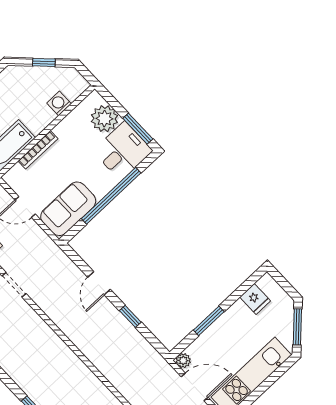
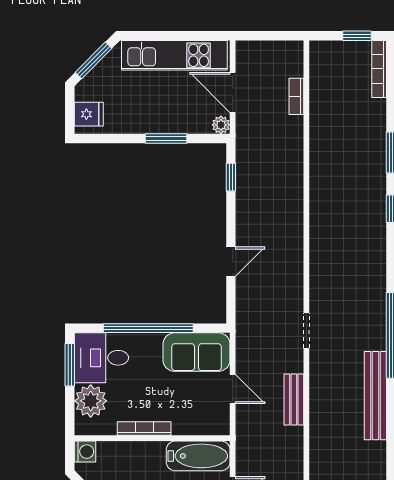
washing machine: (59, 103) -> (85, 452), moved, turned -90
bookcase: (38, 150) -> (144, 429), moved
fridge: (255, 299) -> (89, 114), moved, turned 90
window: (130, 316) -> (231, 177), moved

